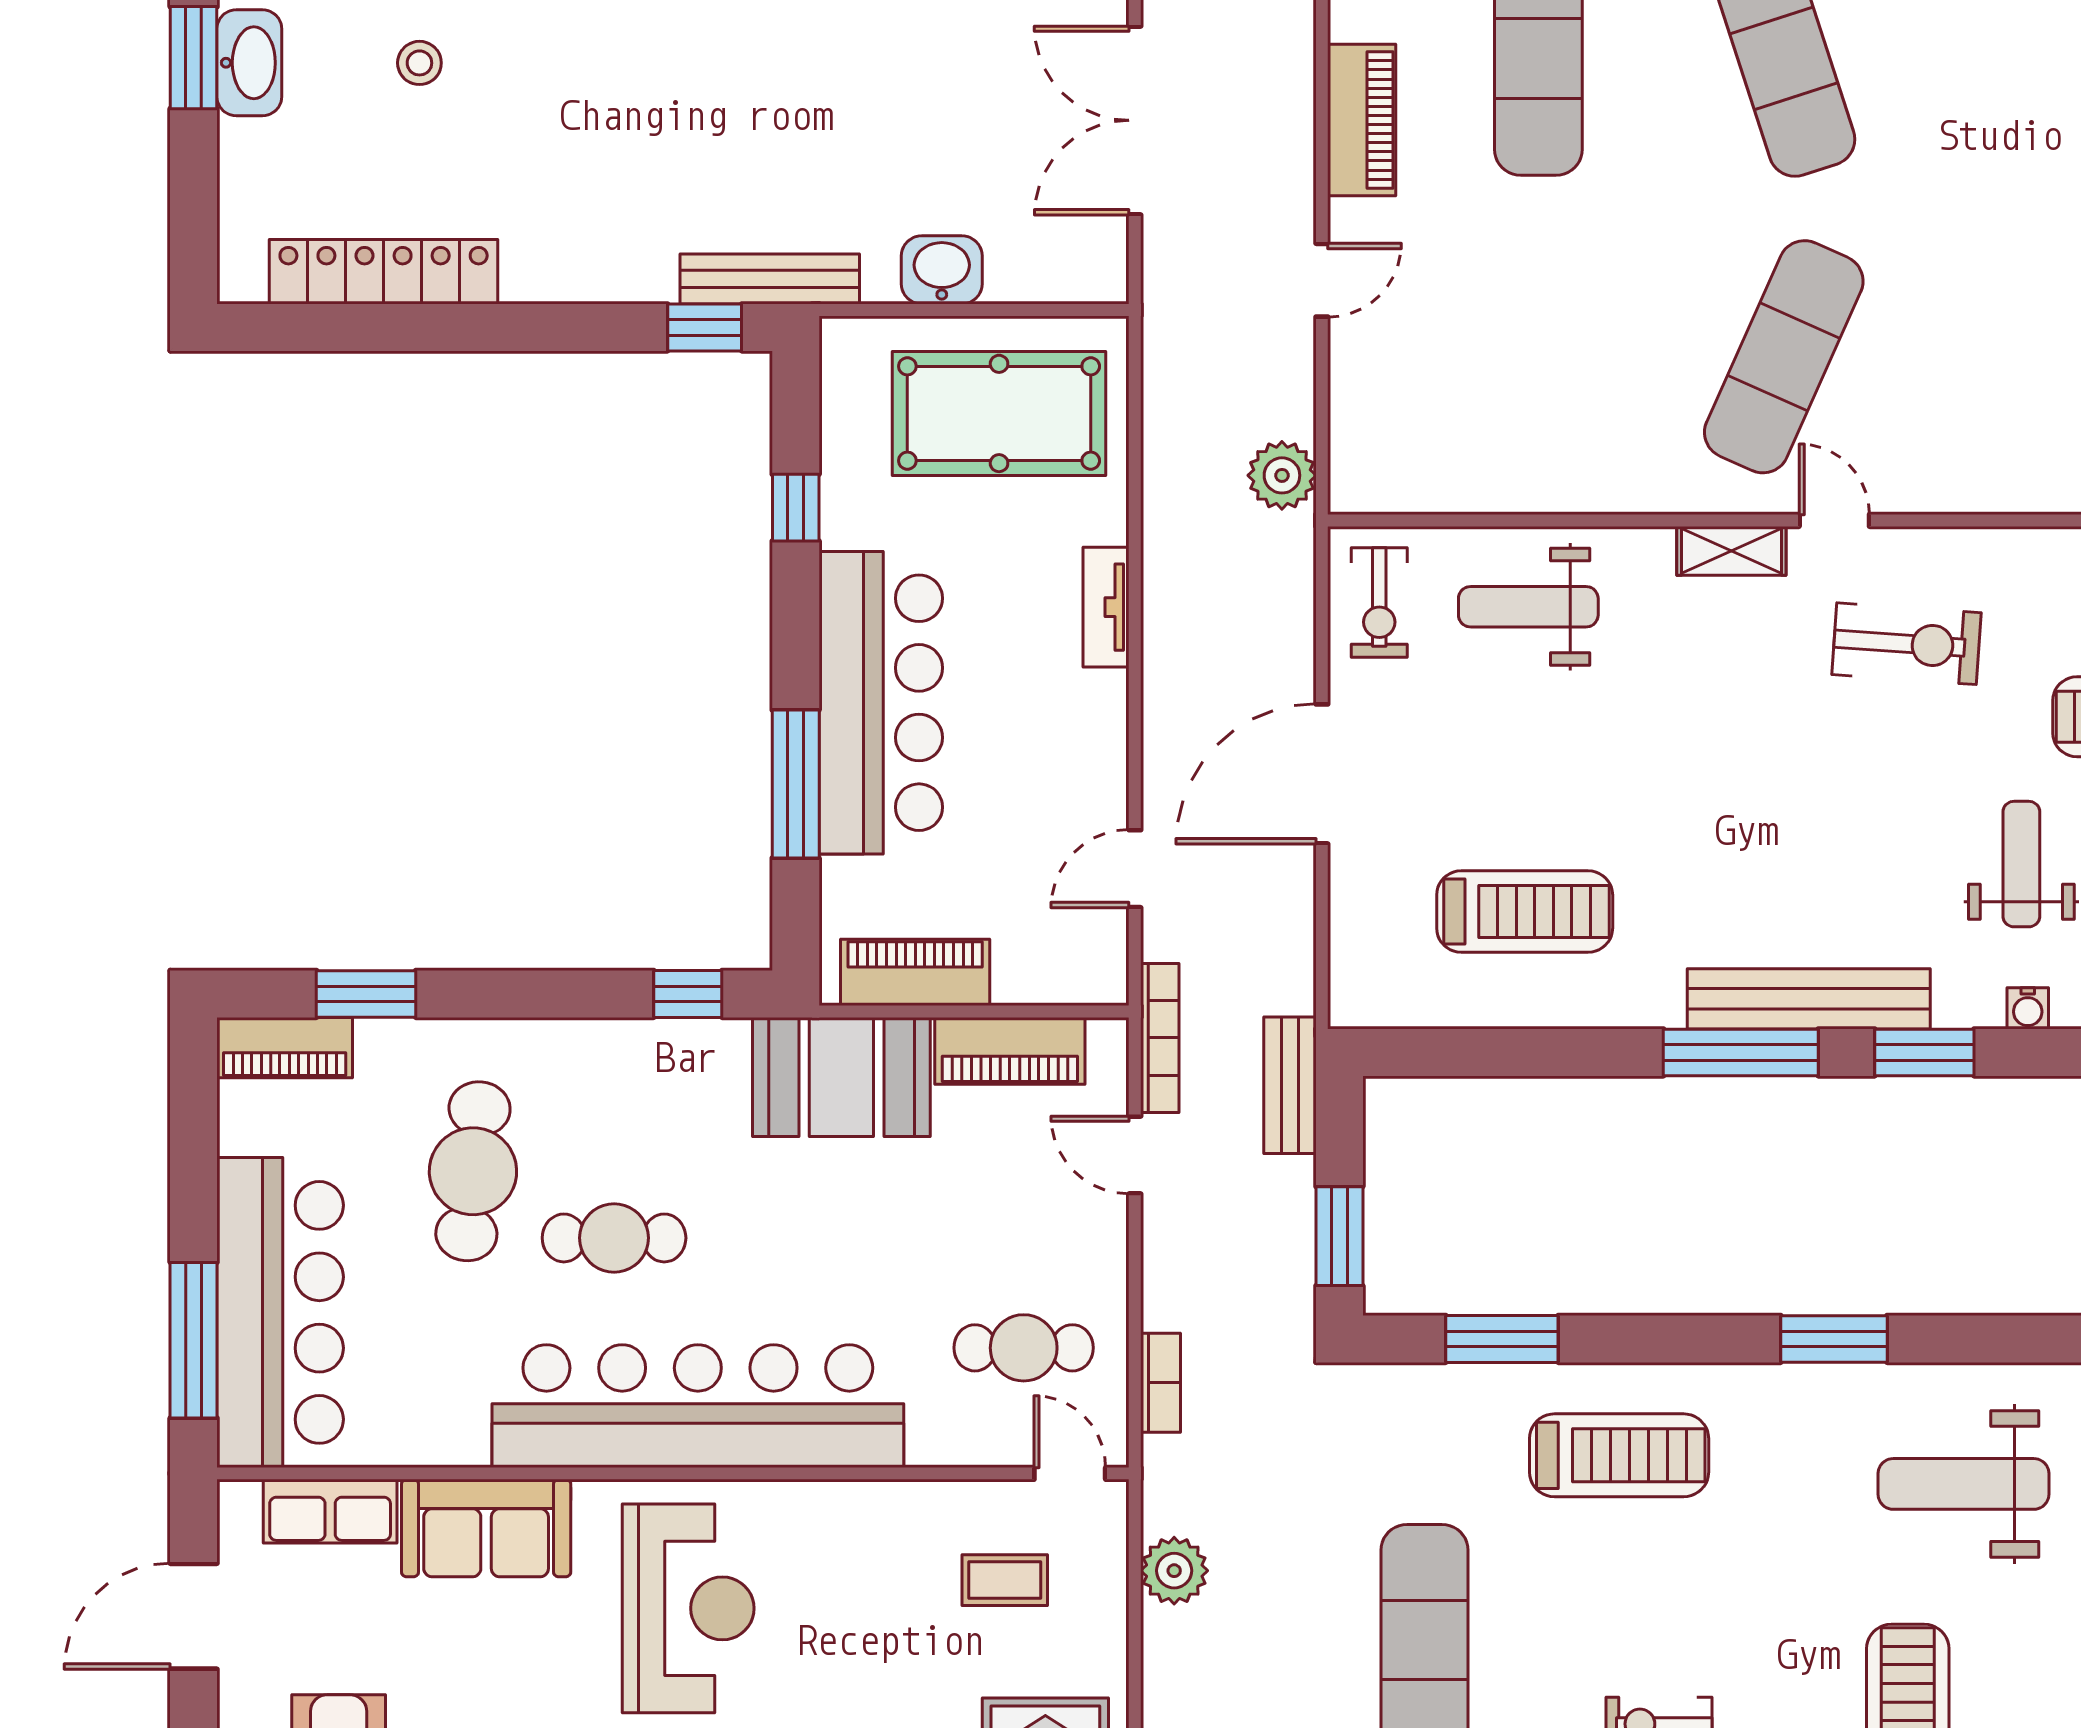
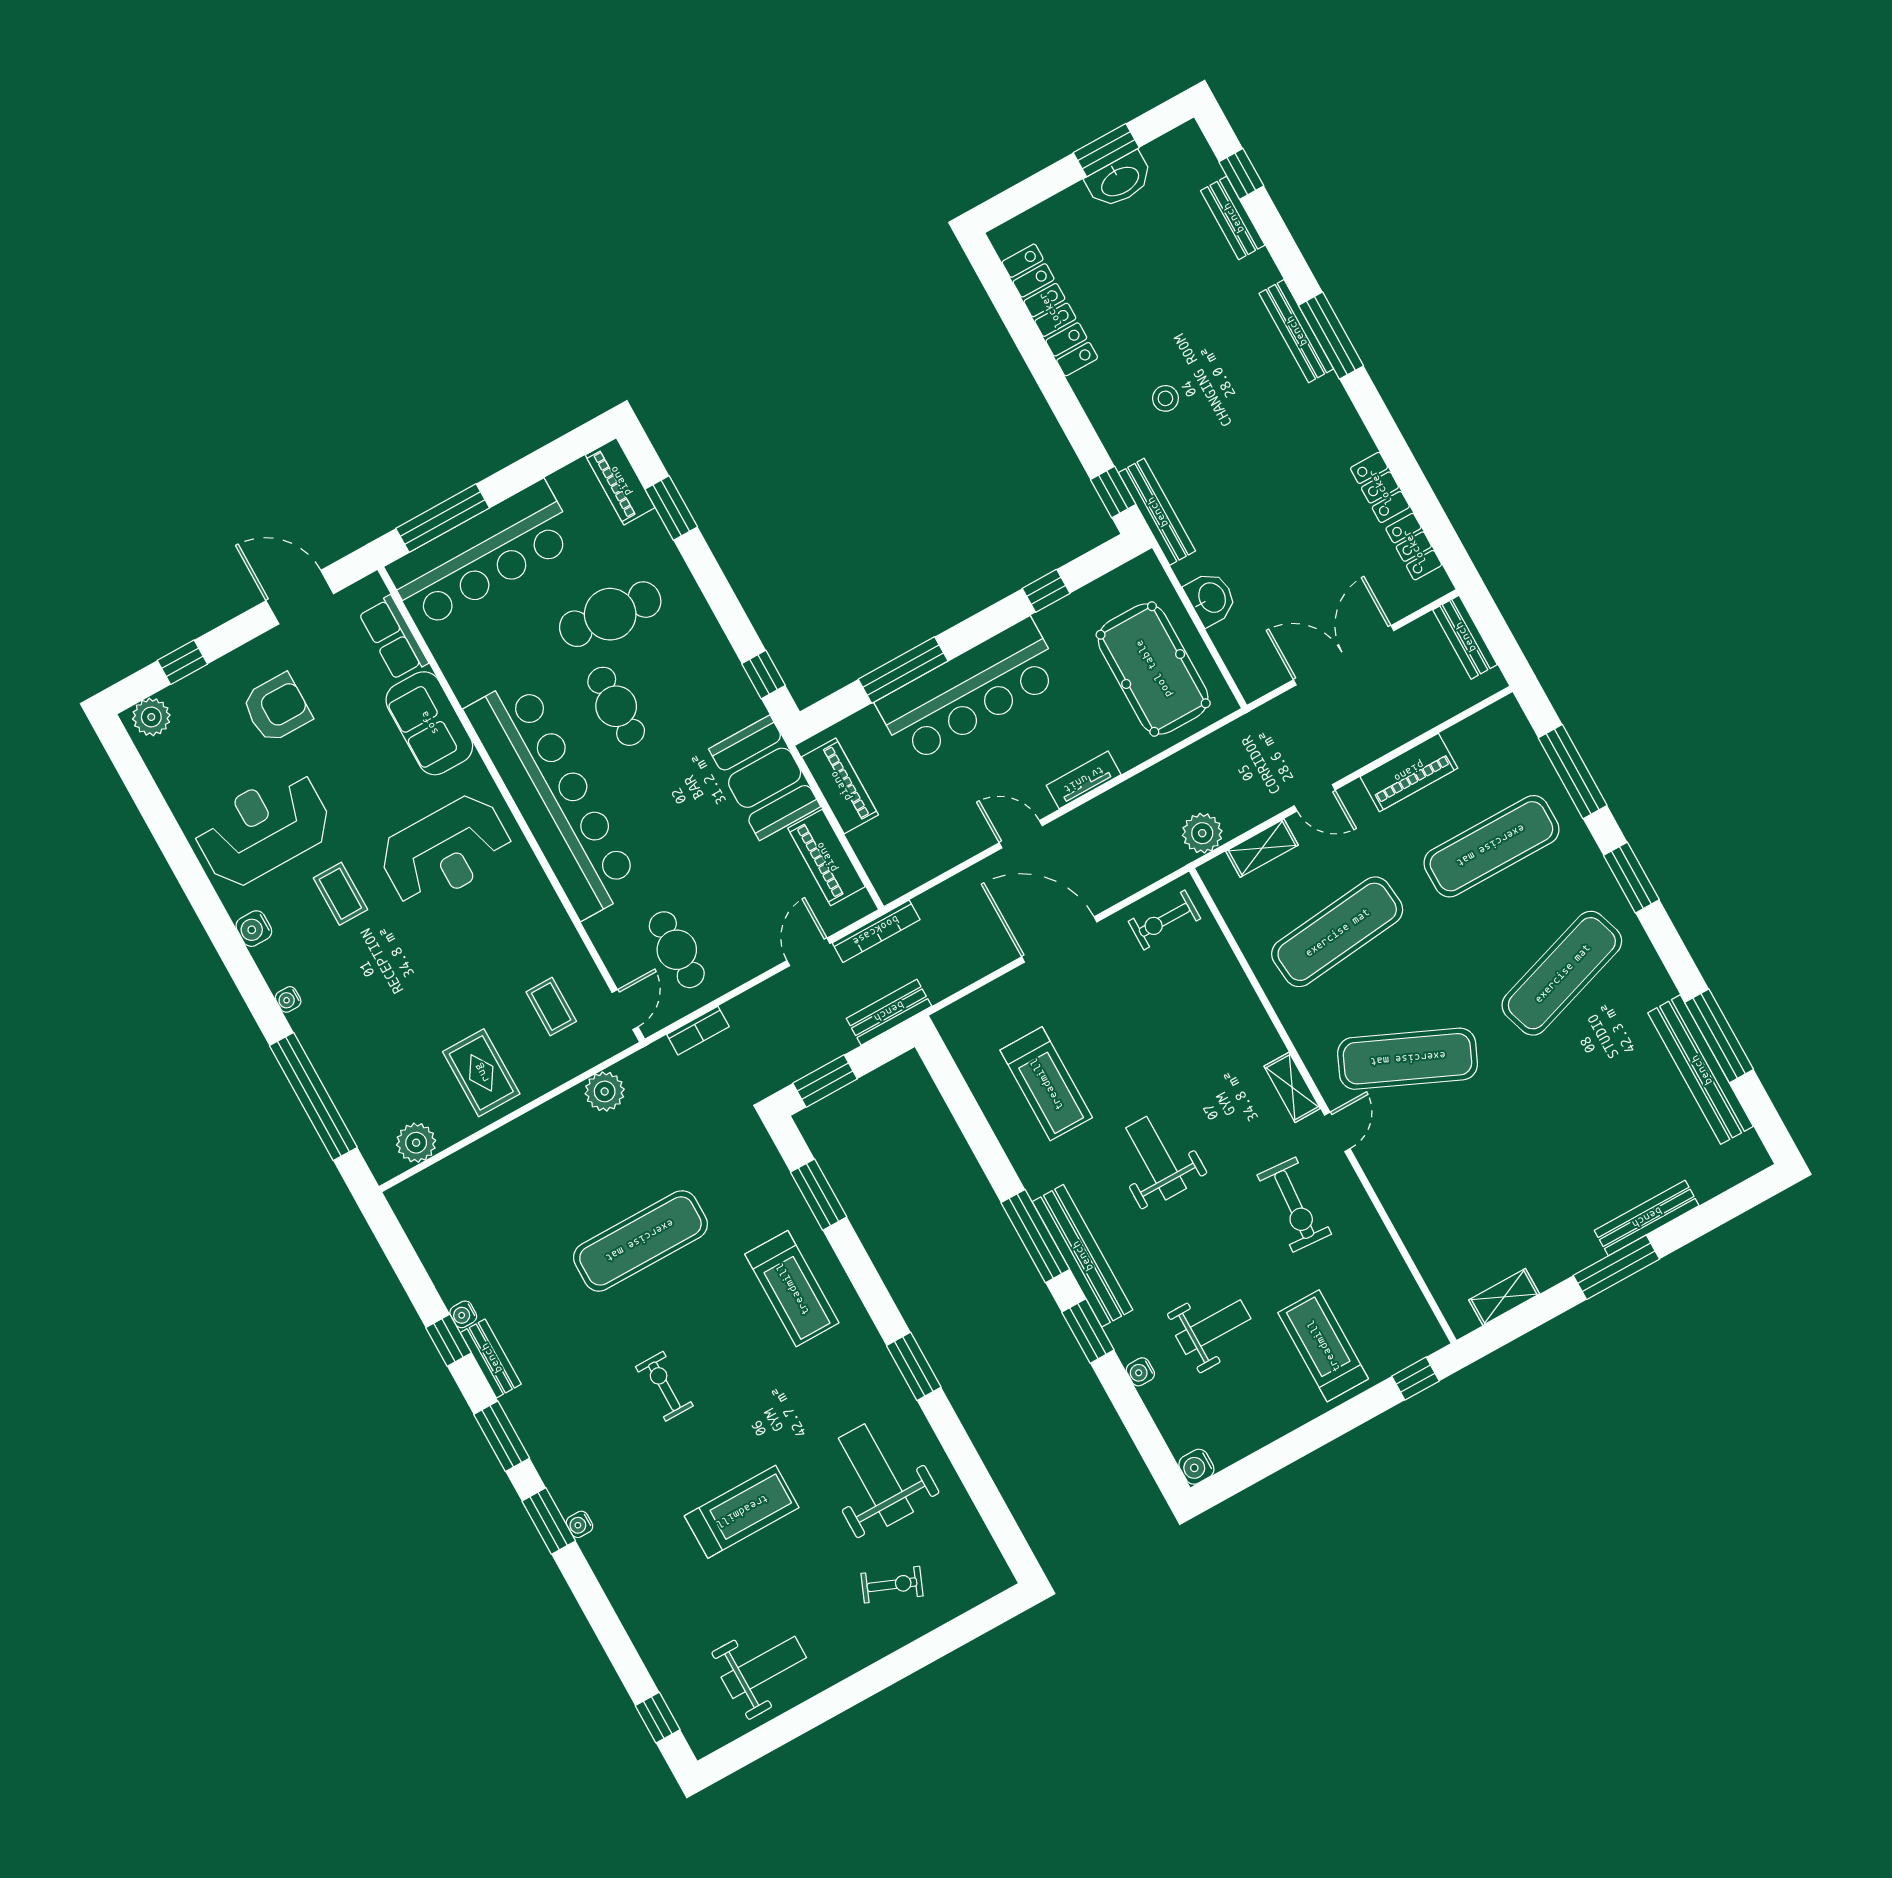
stool: (419, 63) -> (1165, 398), moved
exercise mat: (1538, 357) -> (1337, 932), added
shelving: (1353, 399) -> (1262, 848), added
weight bench: (1528, 607) -> (1156, 1158), moved
door: (1135, 869) -> (1021, 834), moved

